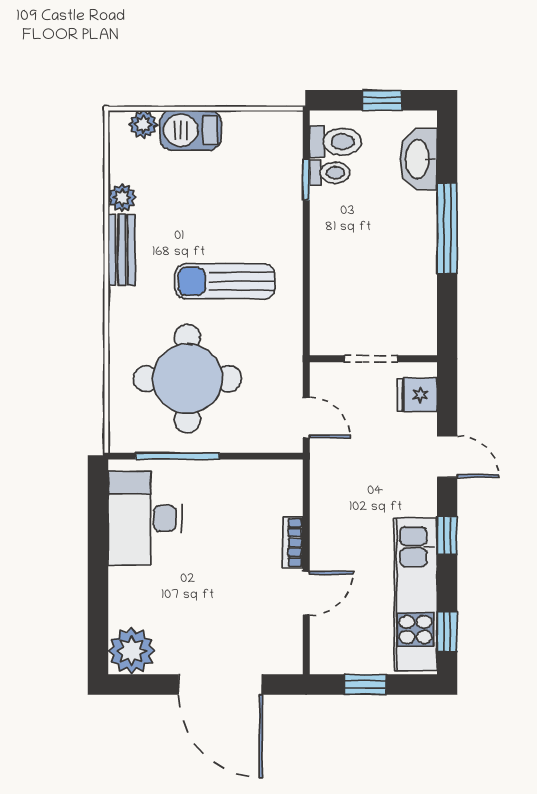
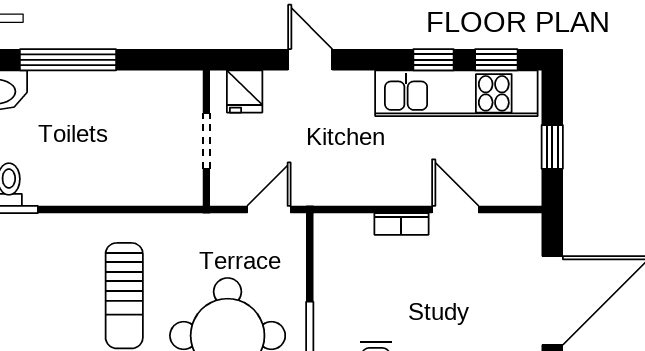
door: (447, 457) -> (310, 60), hinge flipped
window: (447, 536) -> (434, 60), moved

